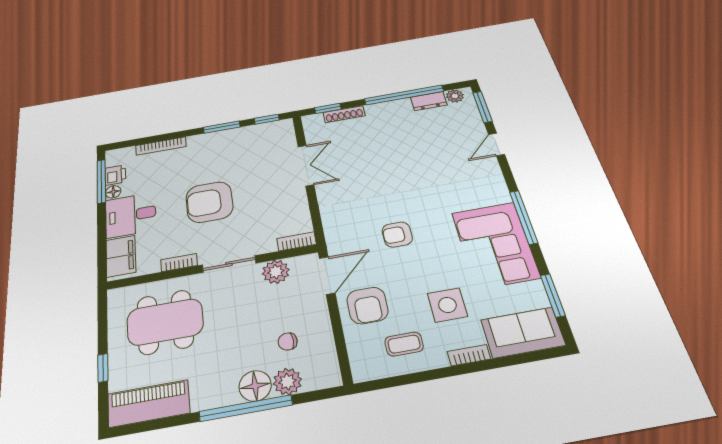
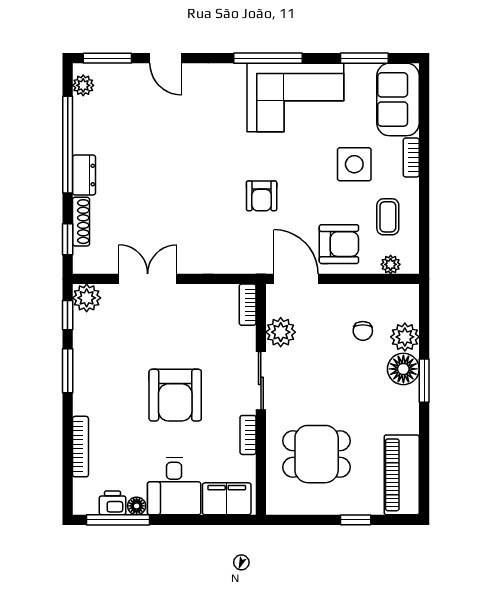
dresser: (429, 101) -> (84, 175), moved
plant: (283, 129) -> (87, 298), added
dining table: (165, 322) -> (317, 454), width x0.73
plant: (357, 355) -> (391, 264), added
window: (246, 408) -> (424, 381), width x0.47

